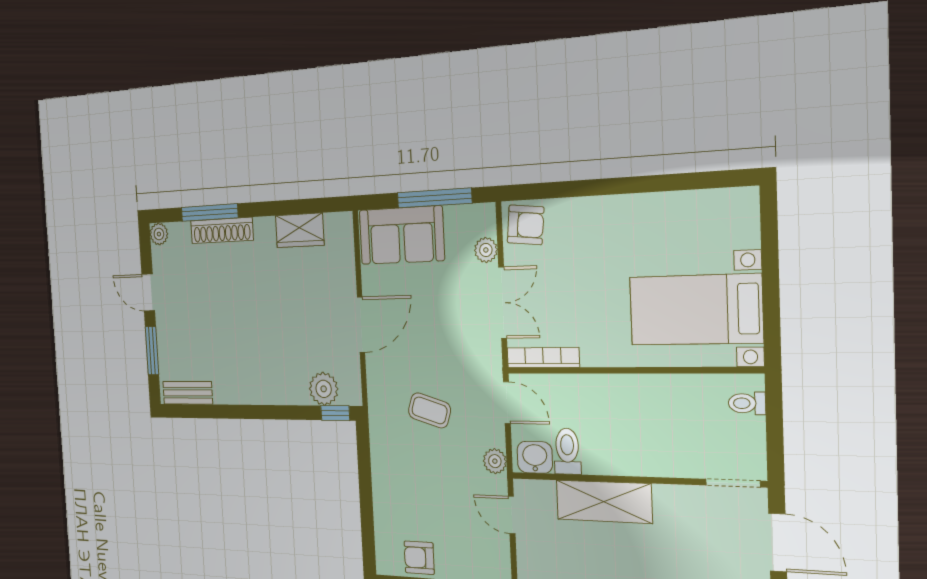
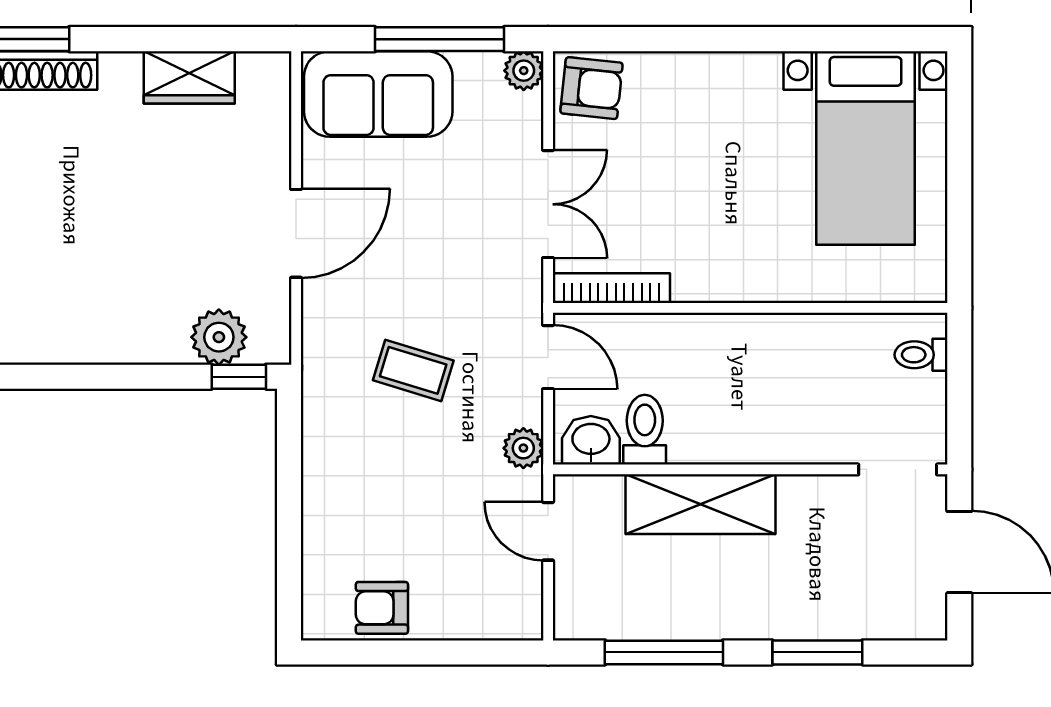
plant: (486, 250) -> (524, 71), moved
bed with nightstands: (696, 310) -> (866, 148), moved, turned -90

